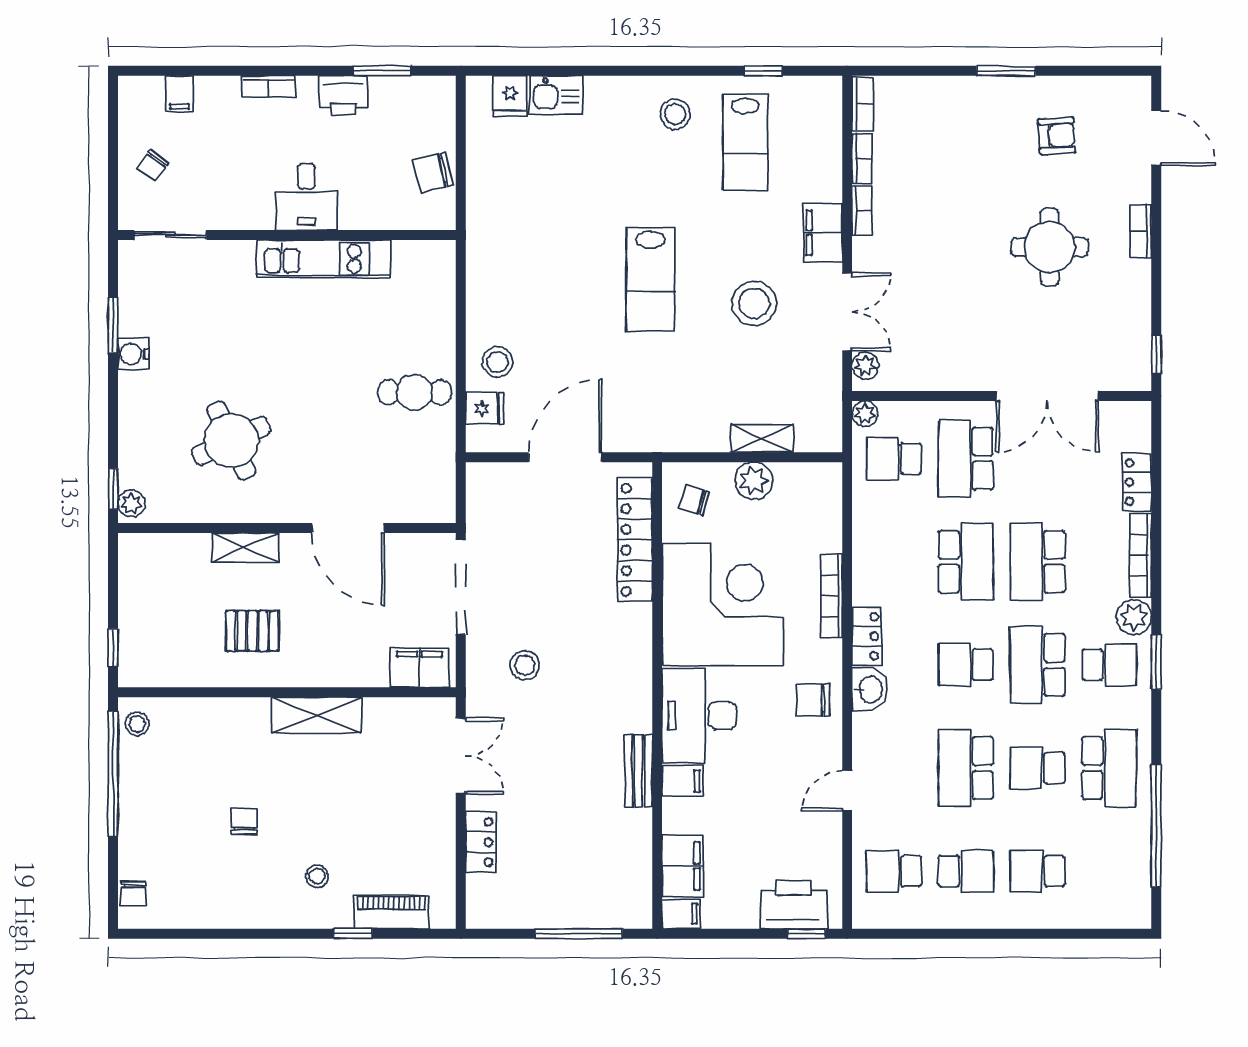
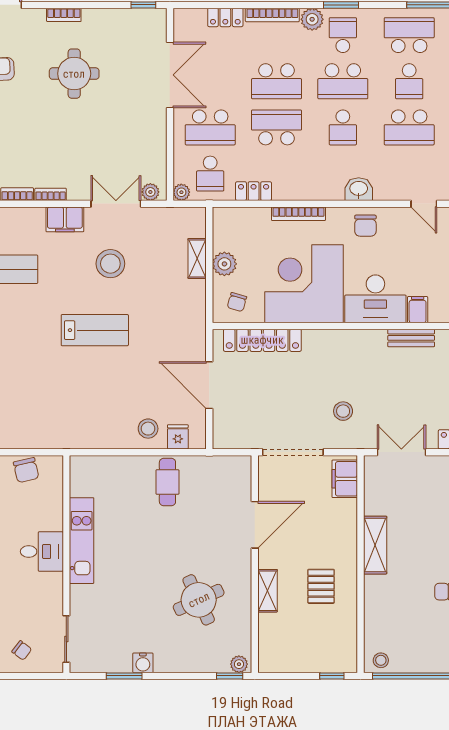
locker: (867, 636) -> (254, 191), moved

